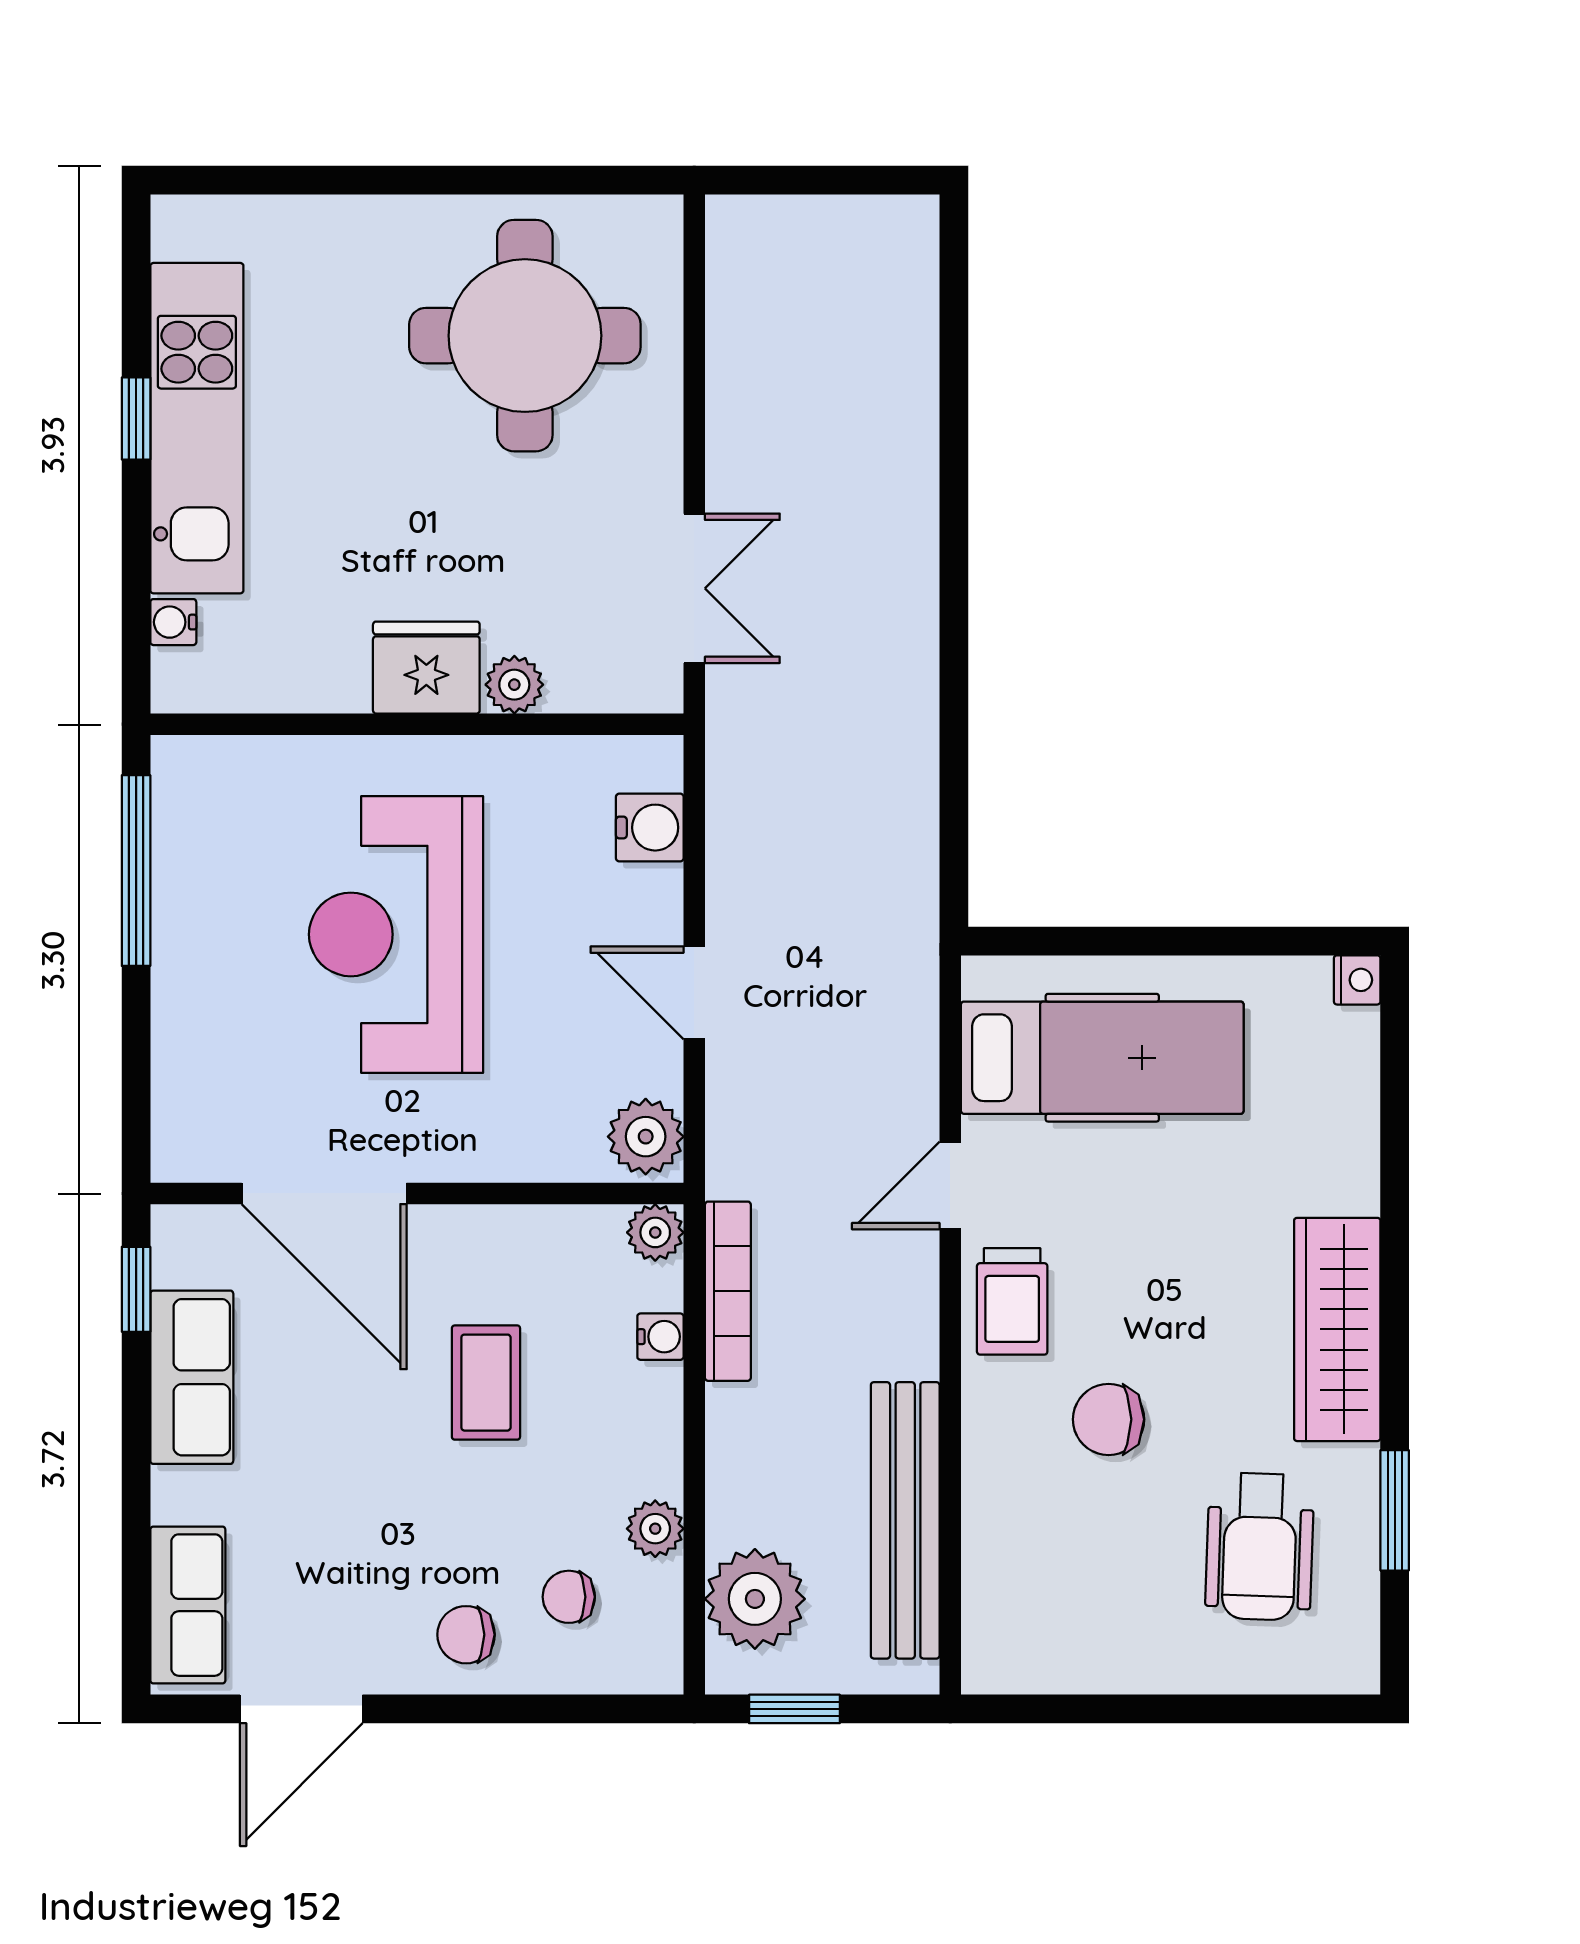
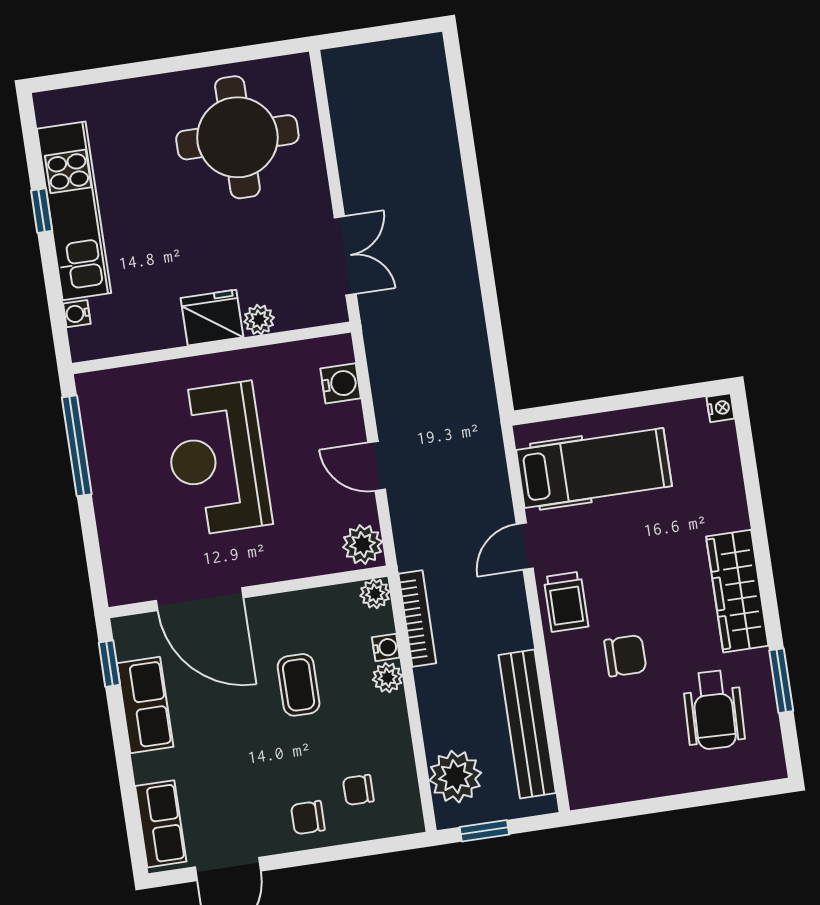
chair: (1109, 1419) -> (625, 656), turned 180
plant: (655, 1529) -> (387, 678), moved

